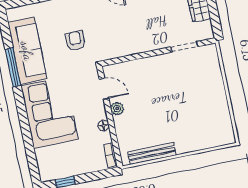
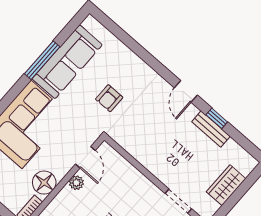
armchair: (75, 41) -> (109, 98), turned 180
floor lamp: (104, 125) -> (44, 183), width x1.89, depth x1.89

